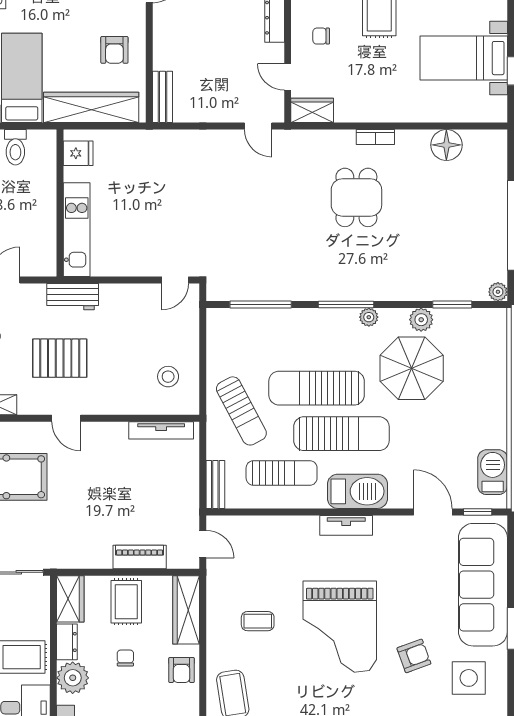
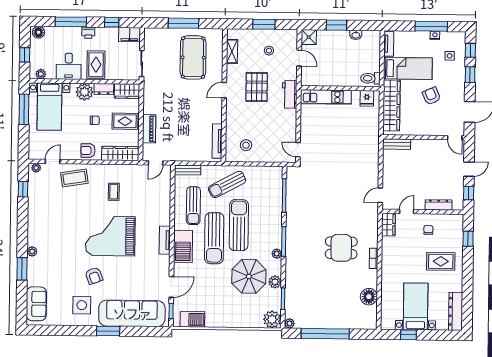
armchair: (114, 50) -> (431, 96), moved, turned 66
toilet: (15, 147) -> (370, 78), moved
plant: (491, 324) -> (272, 319), added

